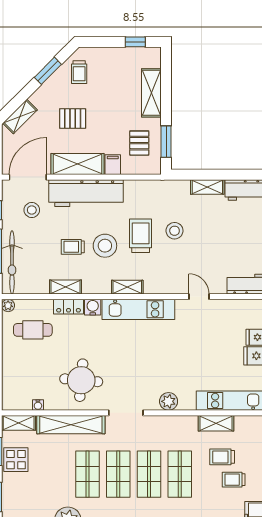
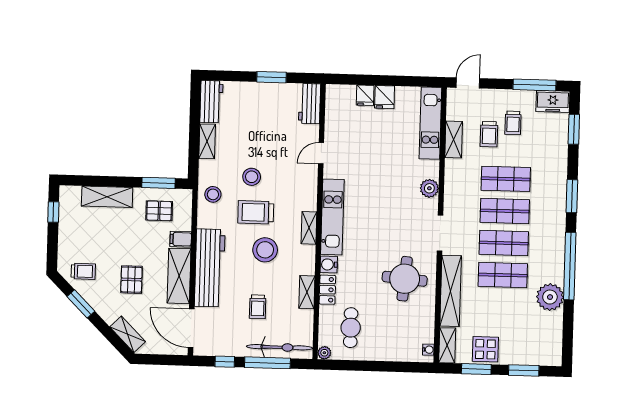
stool: (32, 210) -> (213, 194), moved
trolley: (73, 247) -> (258, 307), moved
water cooler: (38, 405) -> (428, 350), moved

